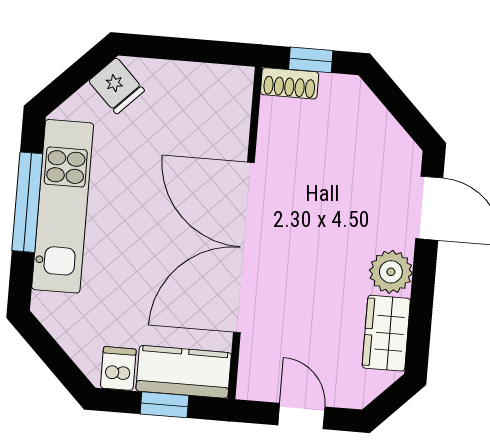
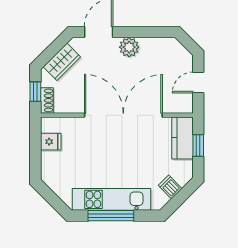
fridge: (117, 86) -> (51, 142), moved, turned 45
double door: (244, 247) -> (123, 115), swing flipped
wardrobe: (386, 333) -> (62, 62), moved, turned -45
dishwasher: (118, 369) -> (170, 187), moved, turned 45

